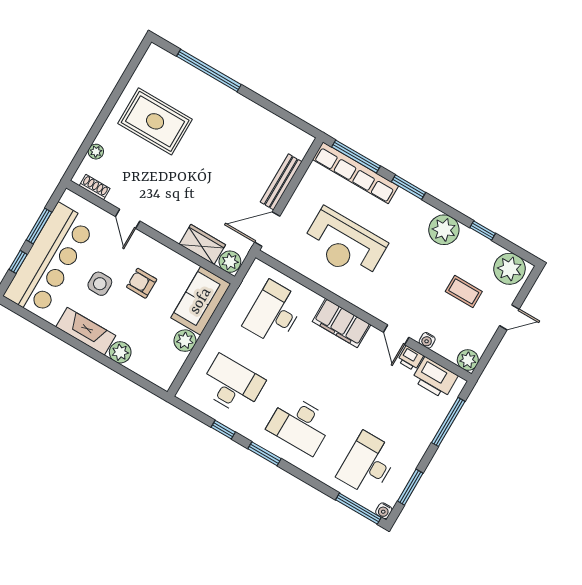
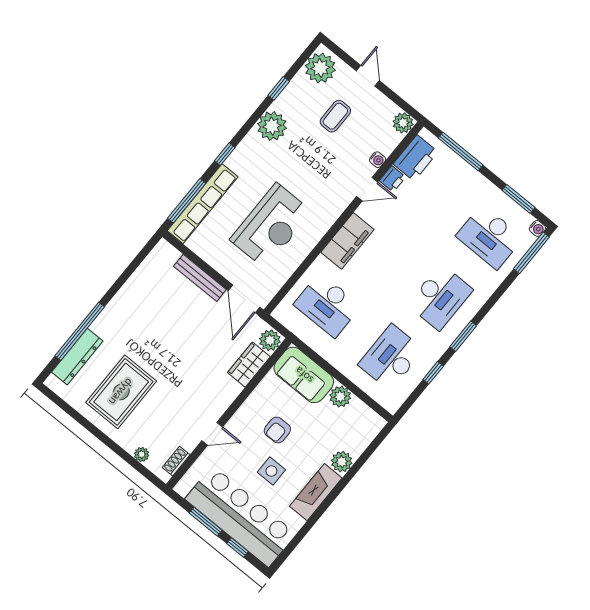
dresser: (183, 72) -> (77, 357), added
window: (409, 187) -> (225, 154), width x0.67

